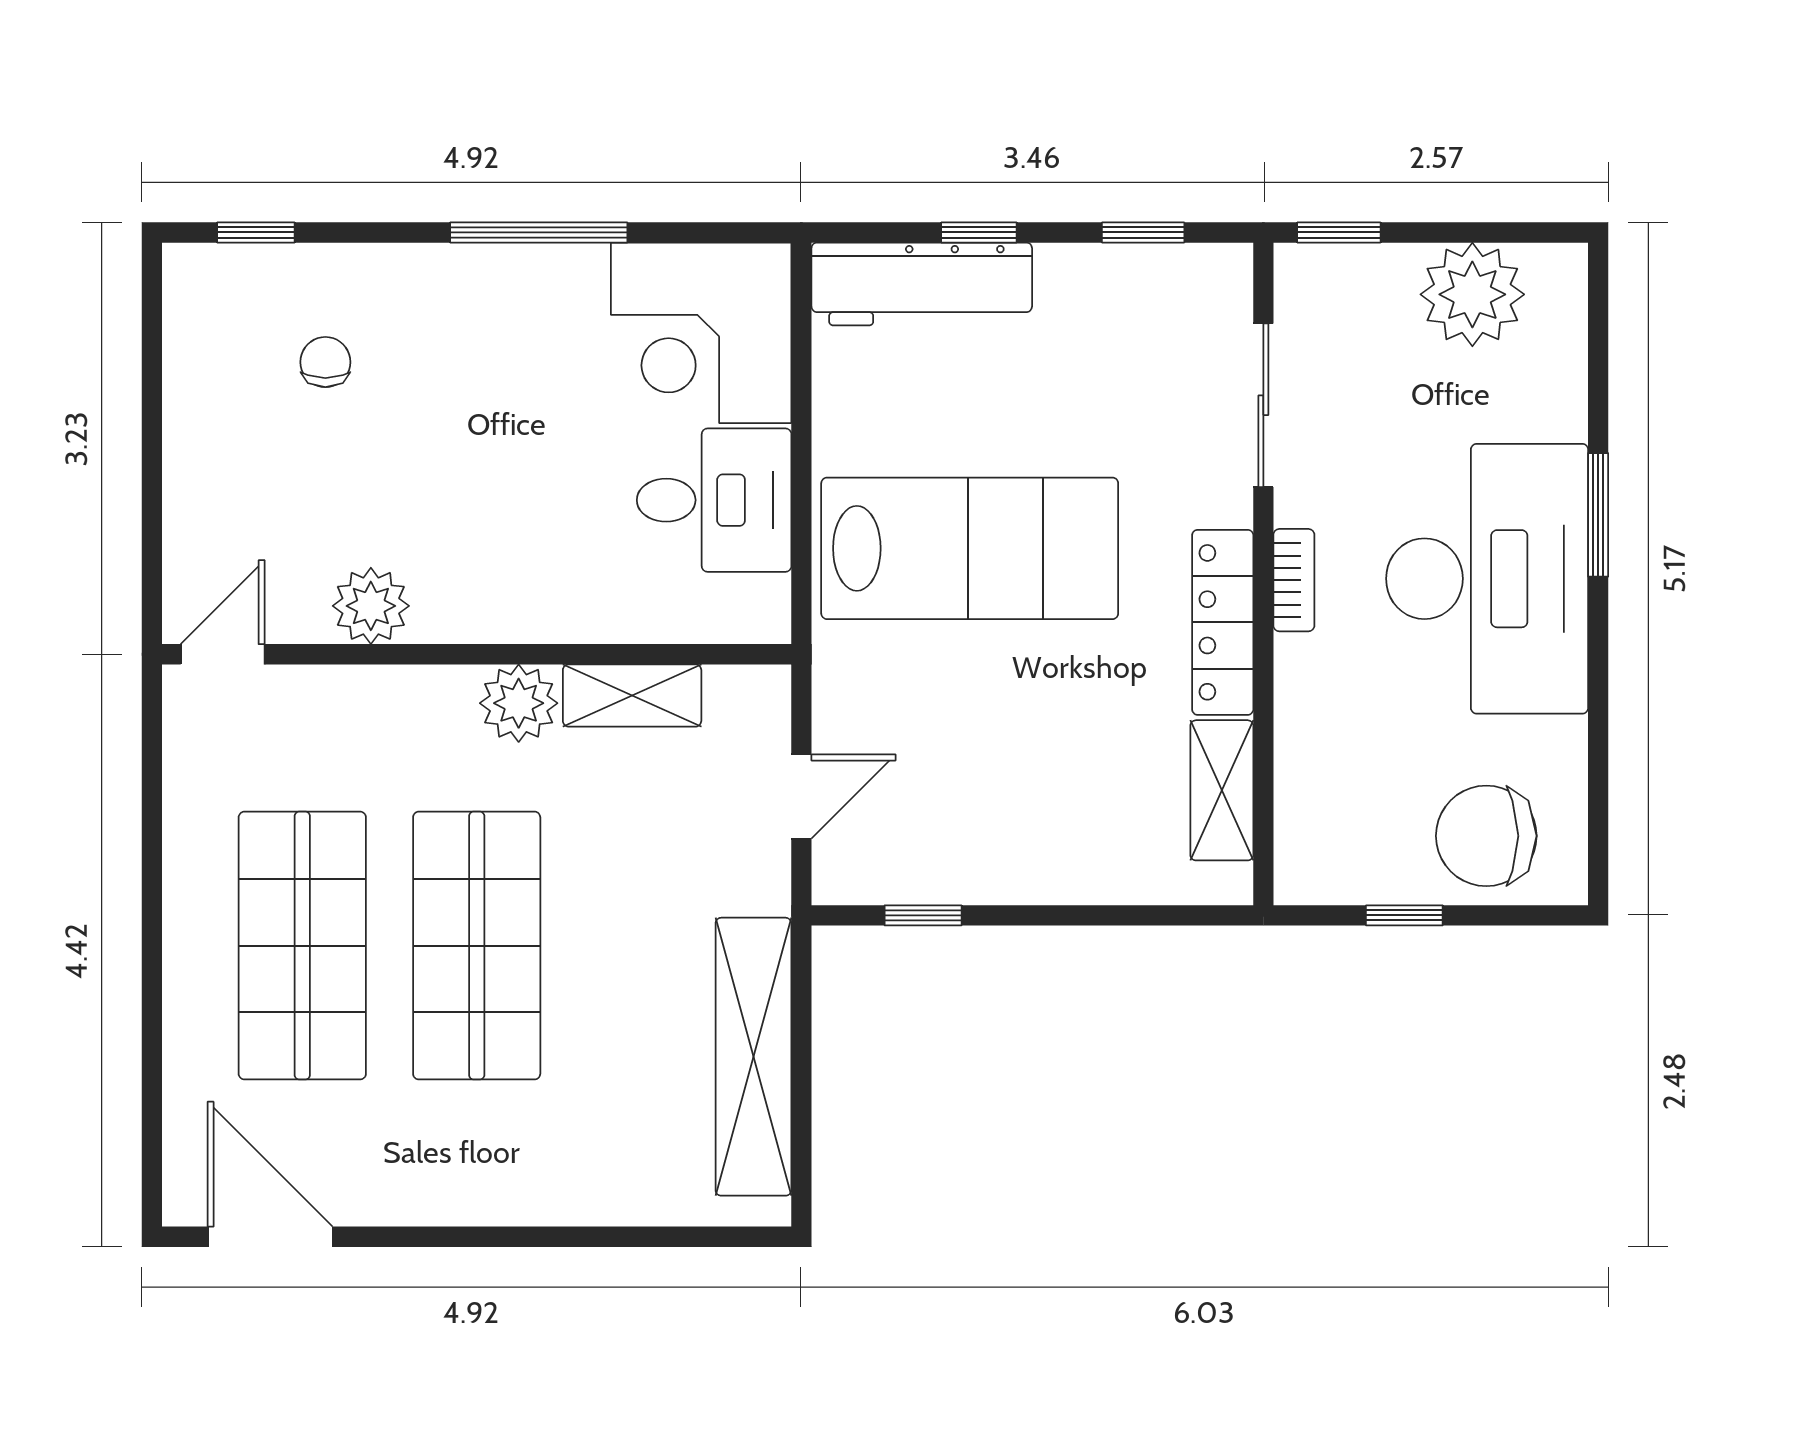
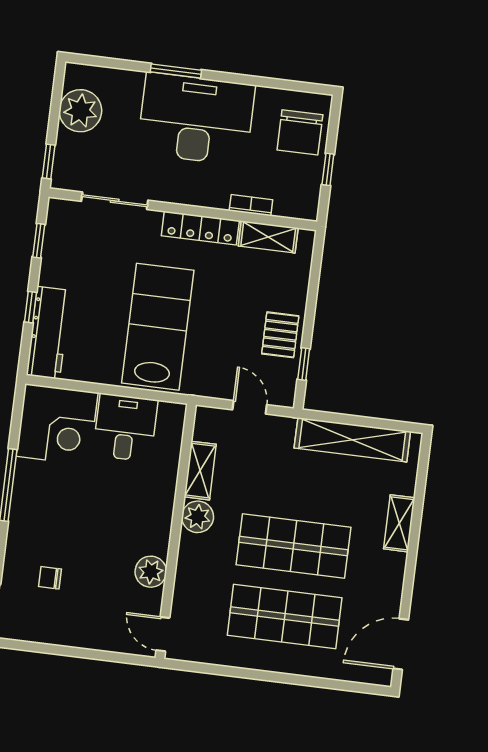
bookcase: (1294, 580) -> (251, 205), moved
pallet: (987, 849) -> (280, 335), added
shelving: (564, 1197) -> (399, 523), added

